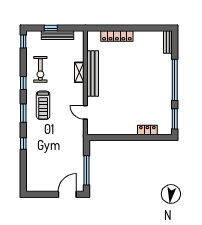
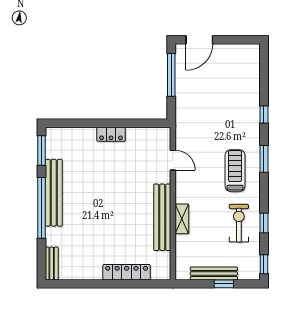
window: (23, 83) -> (264, 223), moved
bench: (167, 90) -> (54, 193), added
locker: (147, 130) -> (111, 134), moved

